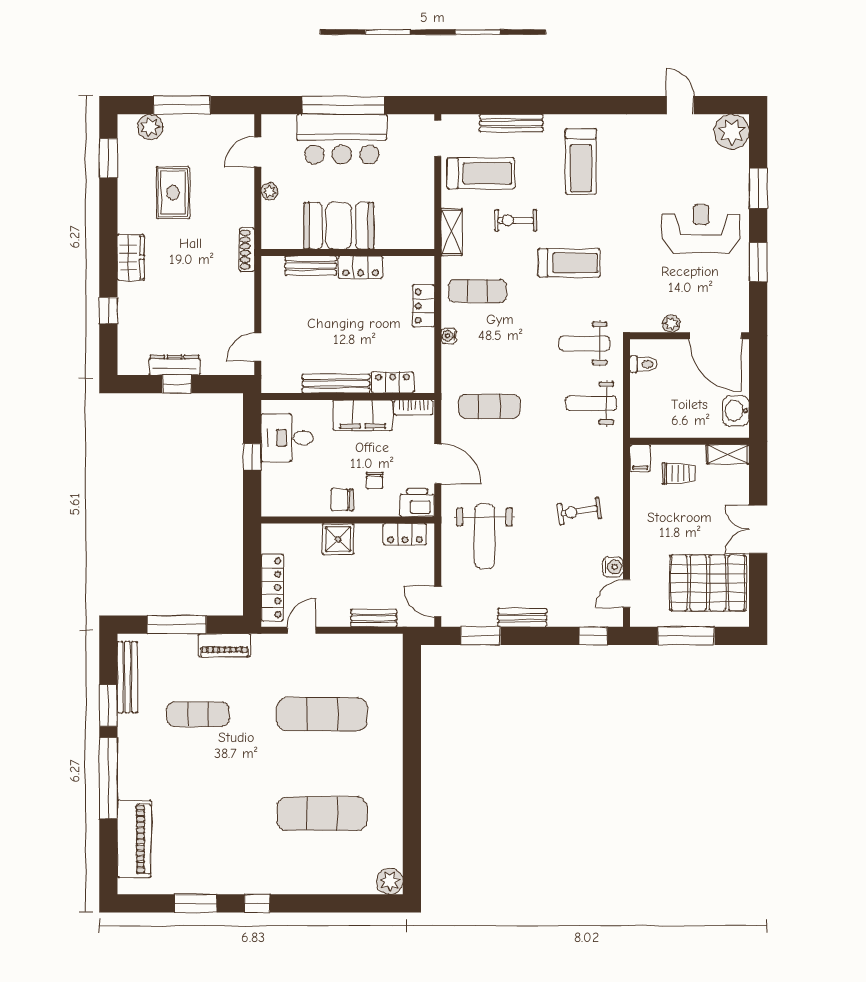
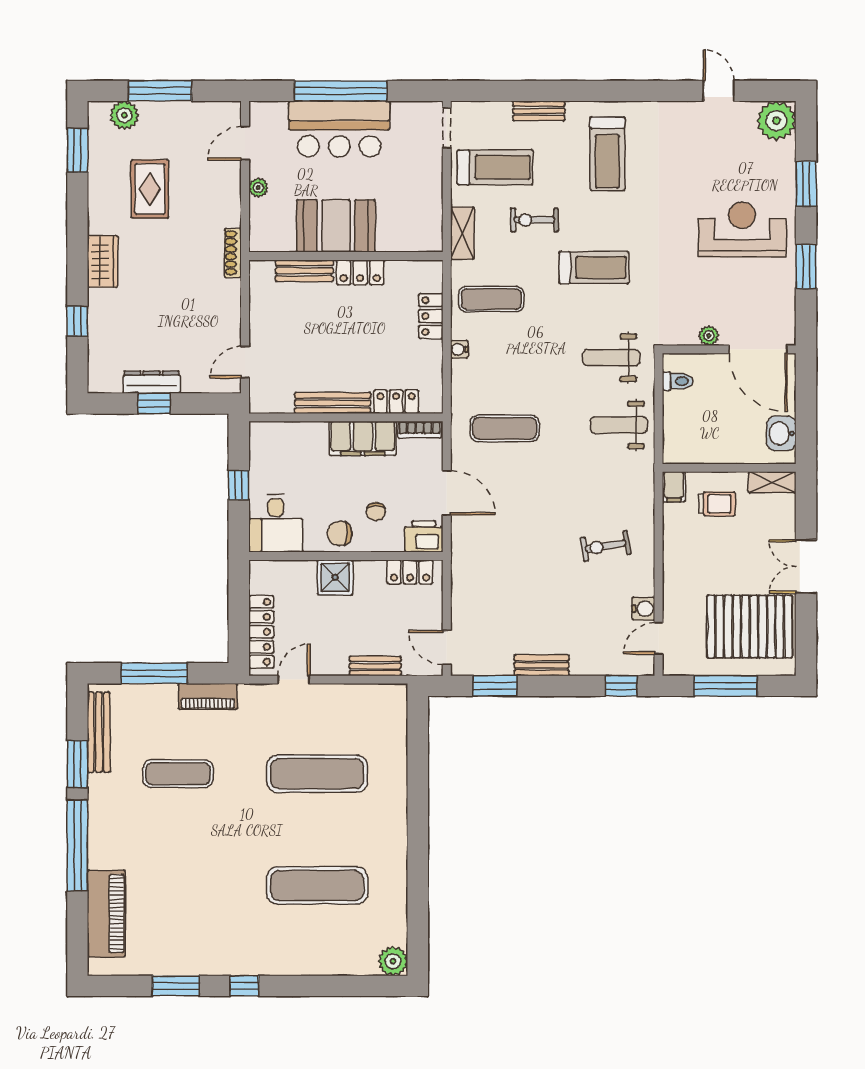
bench: (511, 123) -> (539, 111), width x0.73
desk: (287, 438) -> (276, 523), moved, turned -90
weight bench: (485, 536) -> (499, 574), removed

